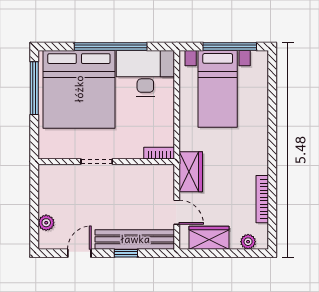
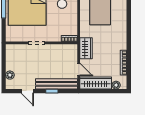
wardrobe: (209, 238) -> (96, 83), width x1.50
door: (79, 253) -> (27, 91), swing flipped

